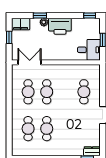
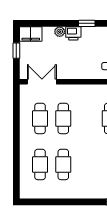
window: (40, 16) -> (87, 23), moved
printer: (60, 26) -> (73, 33), width x0.53, depth x0.68

